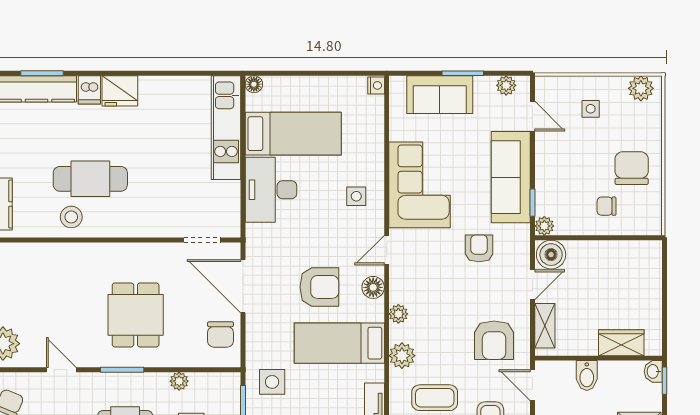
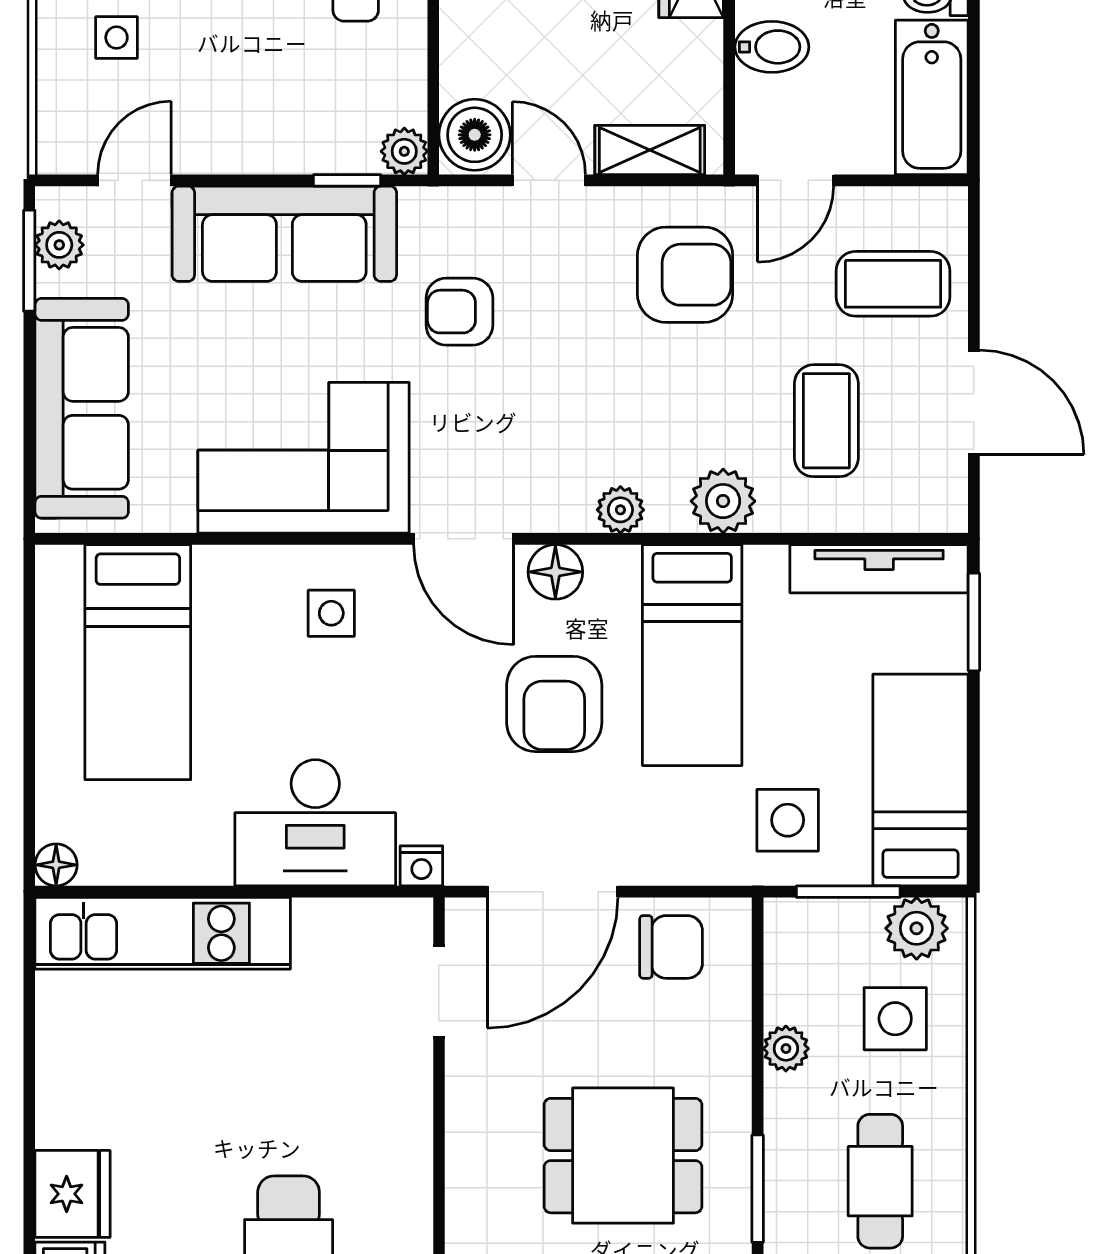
window: (463, 73) -> (29, 261), moved
nightstand: (376, 85) -> (421, 866), moved, turned 180
sofa: (440, 95) -> (82, 408), width x1.36
bed: (293, 134) -> (138, 662), moved, turned 180
door: (387, 250) -> (464, 539), width x1.38
armchair: (319, 287) -> (554, 704), turned 180

